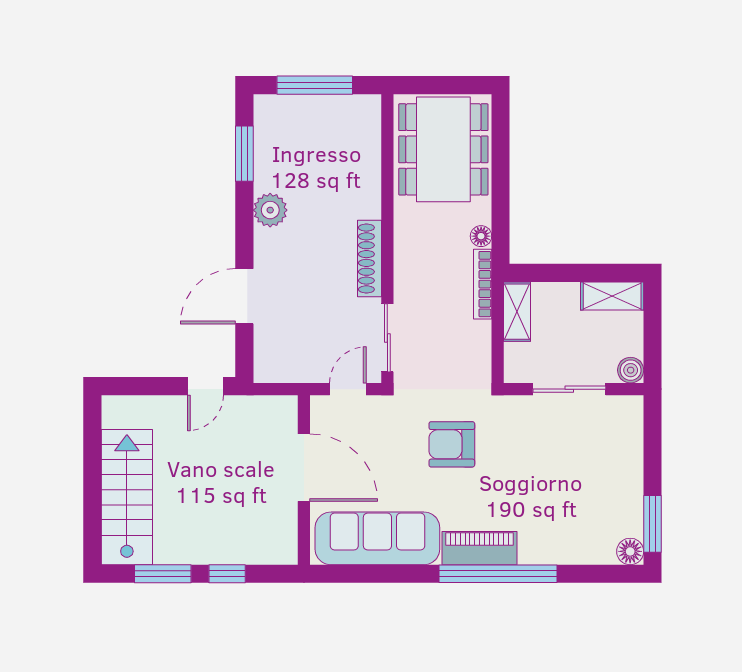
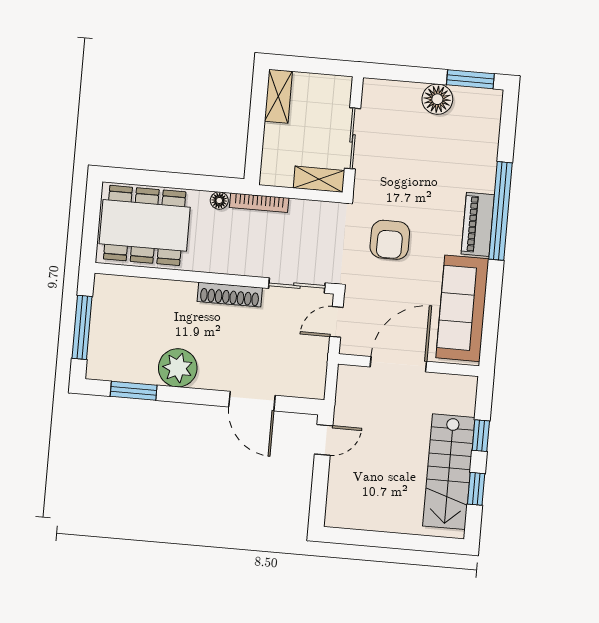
plant: (270, 210) -> (178, 368), width x1.36, depth x1.36
shelving: (517, 312) -> (319, 179), moved
boiler: (631, 370) -> (341, 86), removed
door: (205, 386) -> (324, 440), hinge flipped
door: (348, 389) -> (336, 322), hinge flipped
stairs: (127, 497) -> (449, 472), moved, turned -90
floor lamp: (630, 551) -> (437, 99), moved, width x1.38, depth x1.38
window: (163, 574) -> (476, 489), width x0.67

